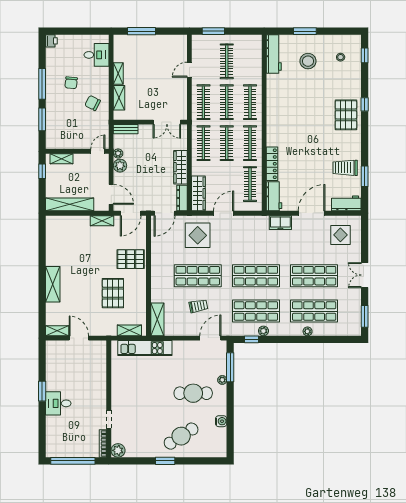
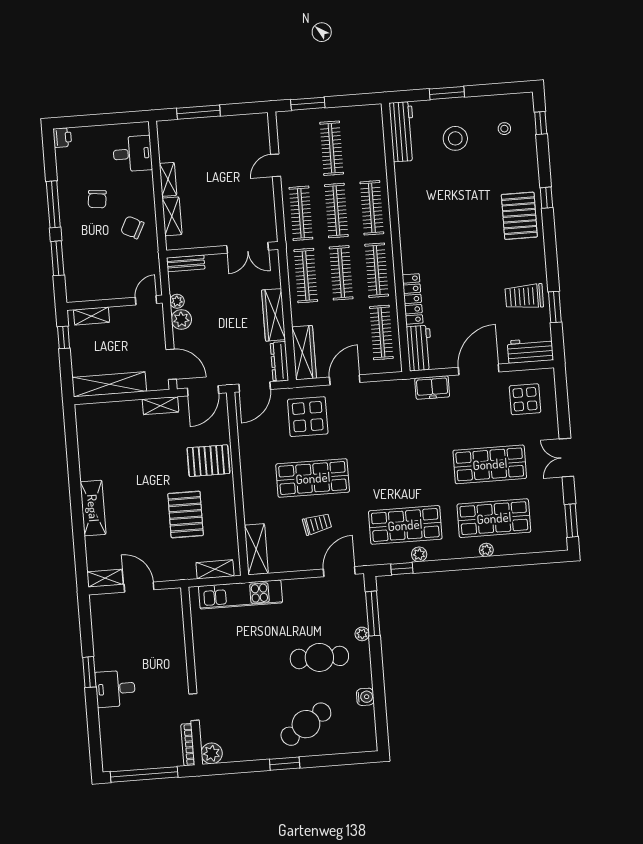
shop shelf: (256, 276) -> (401, 471), removed

